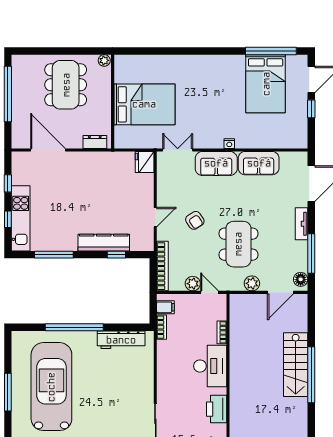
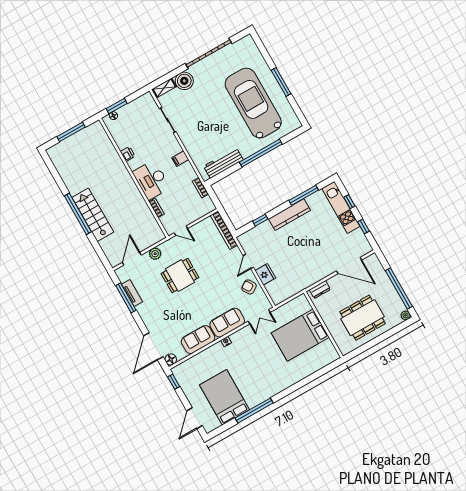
window: (271, 51) -> (254, 411), moved
plant: (104, 60) -> (406, 315), moved
dining table: (66, 85) -> (363, 318), turned 90
window: (311, 109) -> (174, 382), moved
fridge: (145, 162) -> (265, 274), moved
armchair: (195, 220) -> (249, 287), moved
tv unit: (302, 224) -> (132, 293), moved
kitchen counter: (104, 243) -> (289, 215), moved
dining table: (238, 244) -> (180, 276), width x0.73
floor lamp: (301, 279) -> (171, 359), moved
plant: (193, 284) -> (196, 230), removed
filing cabinet: (165, 307) -> (180, 159), moved
car: (51, 387) -> (253, 103), turned 180
printer: (217, 409) -> (128, 154), width x0.53, depth x0.68

